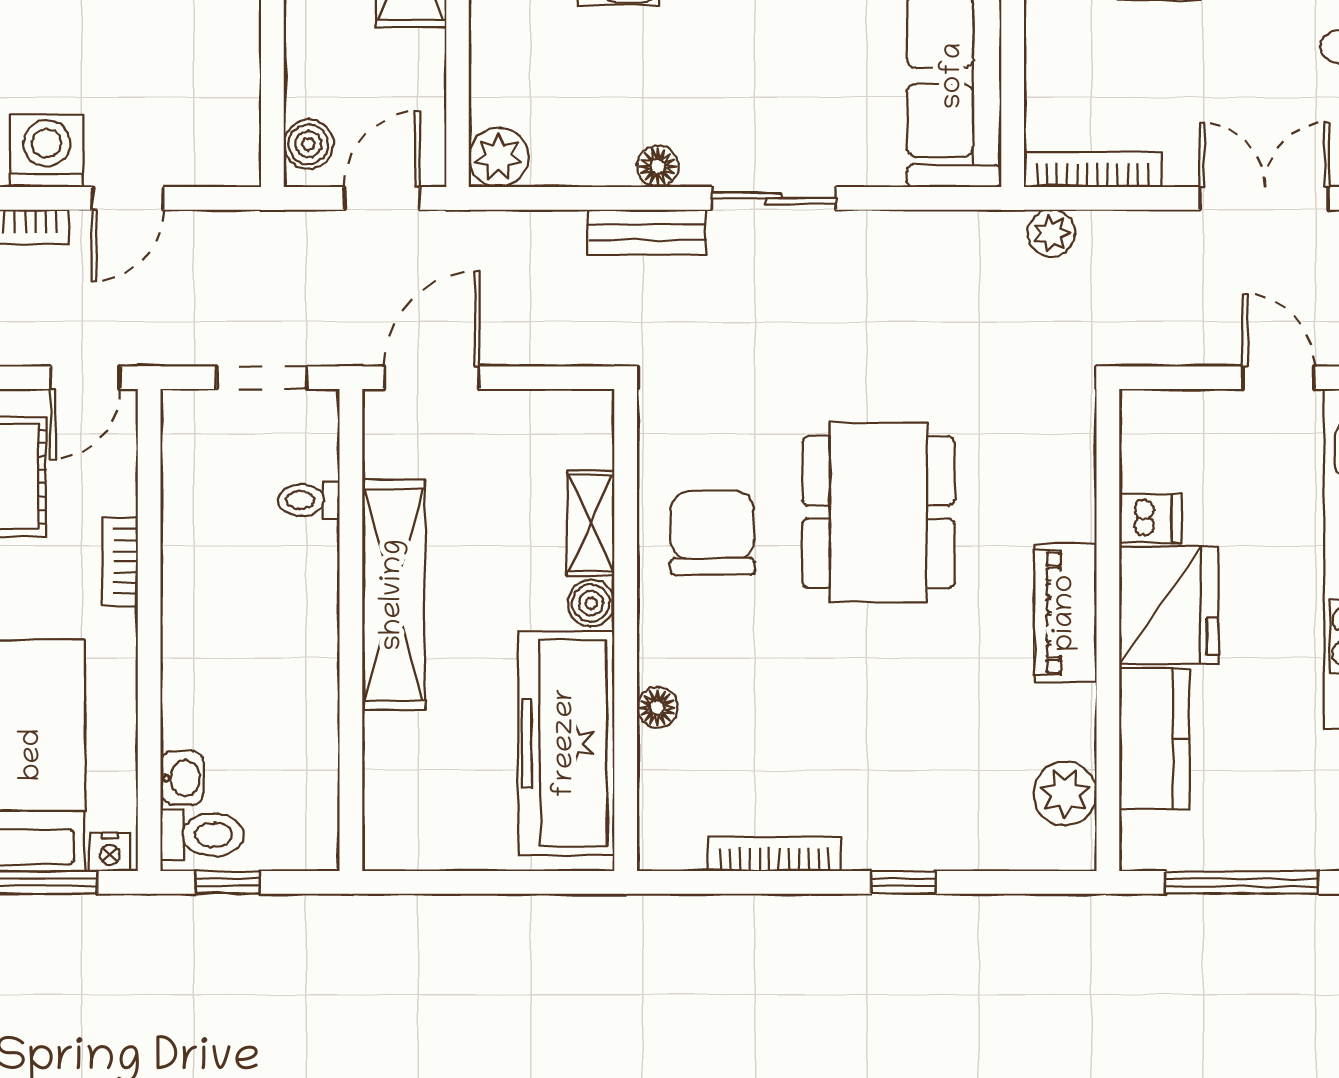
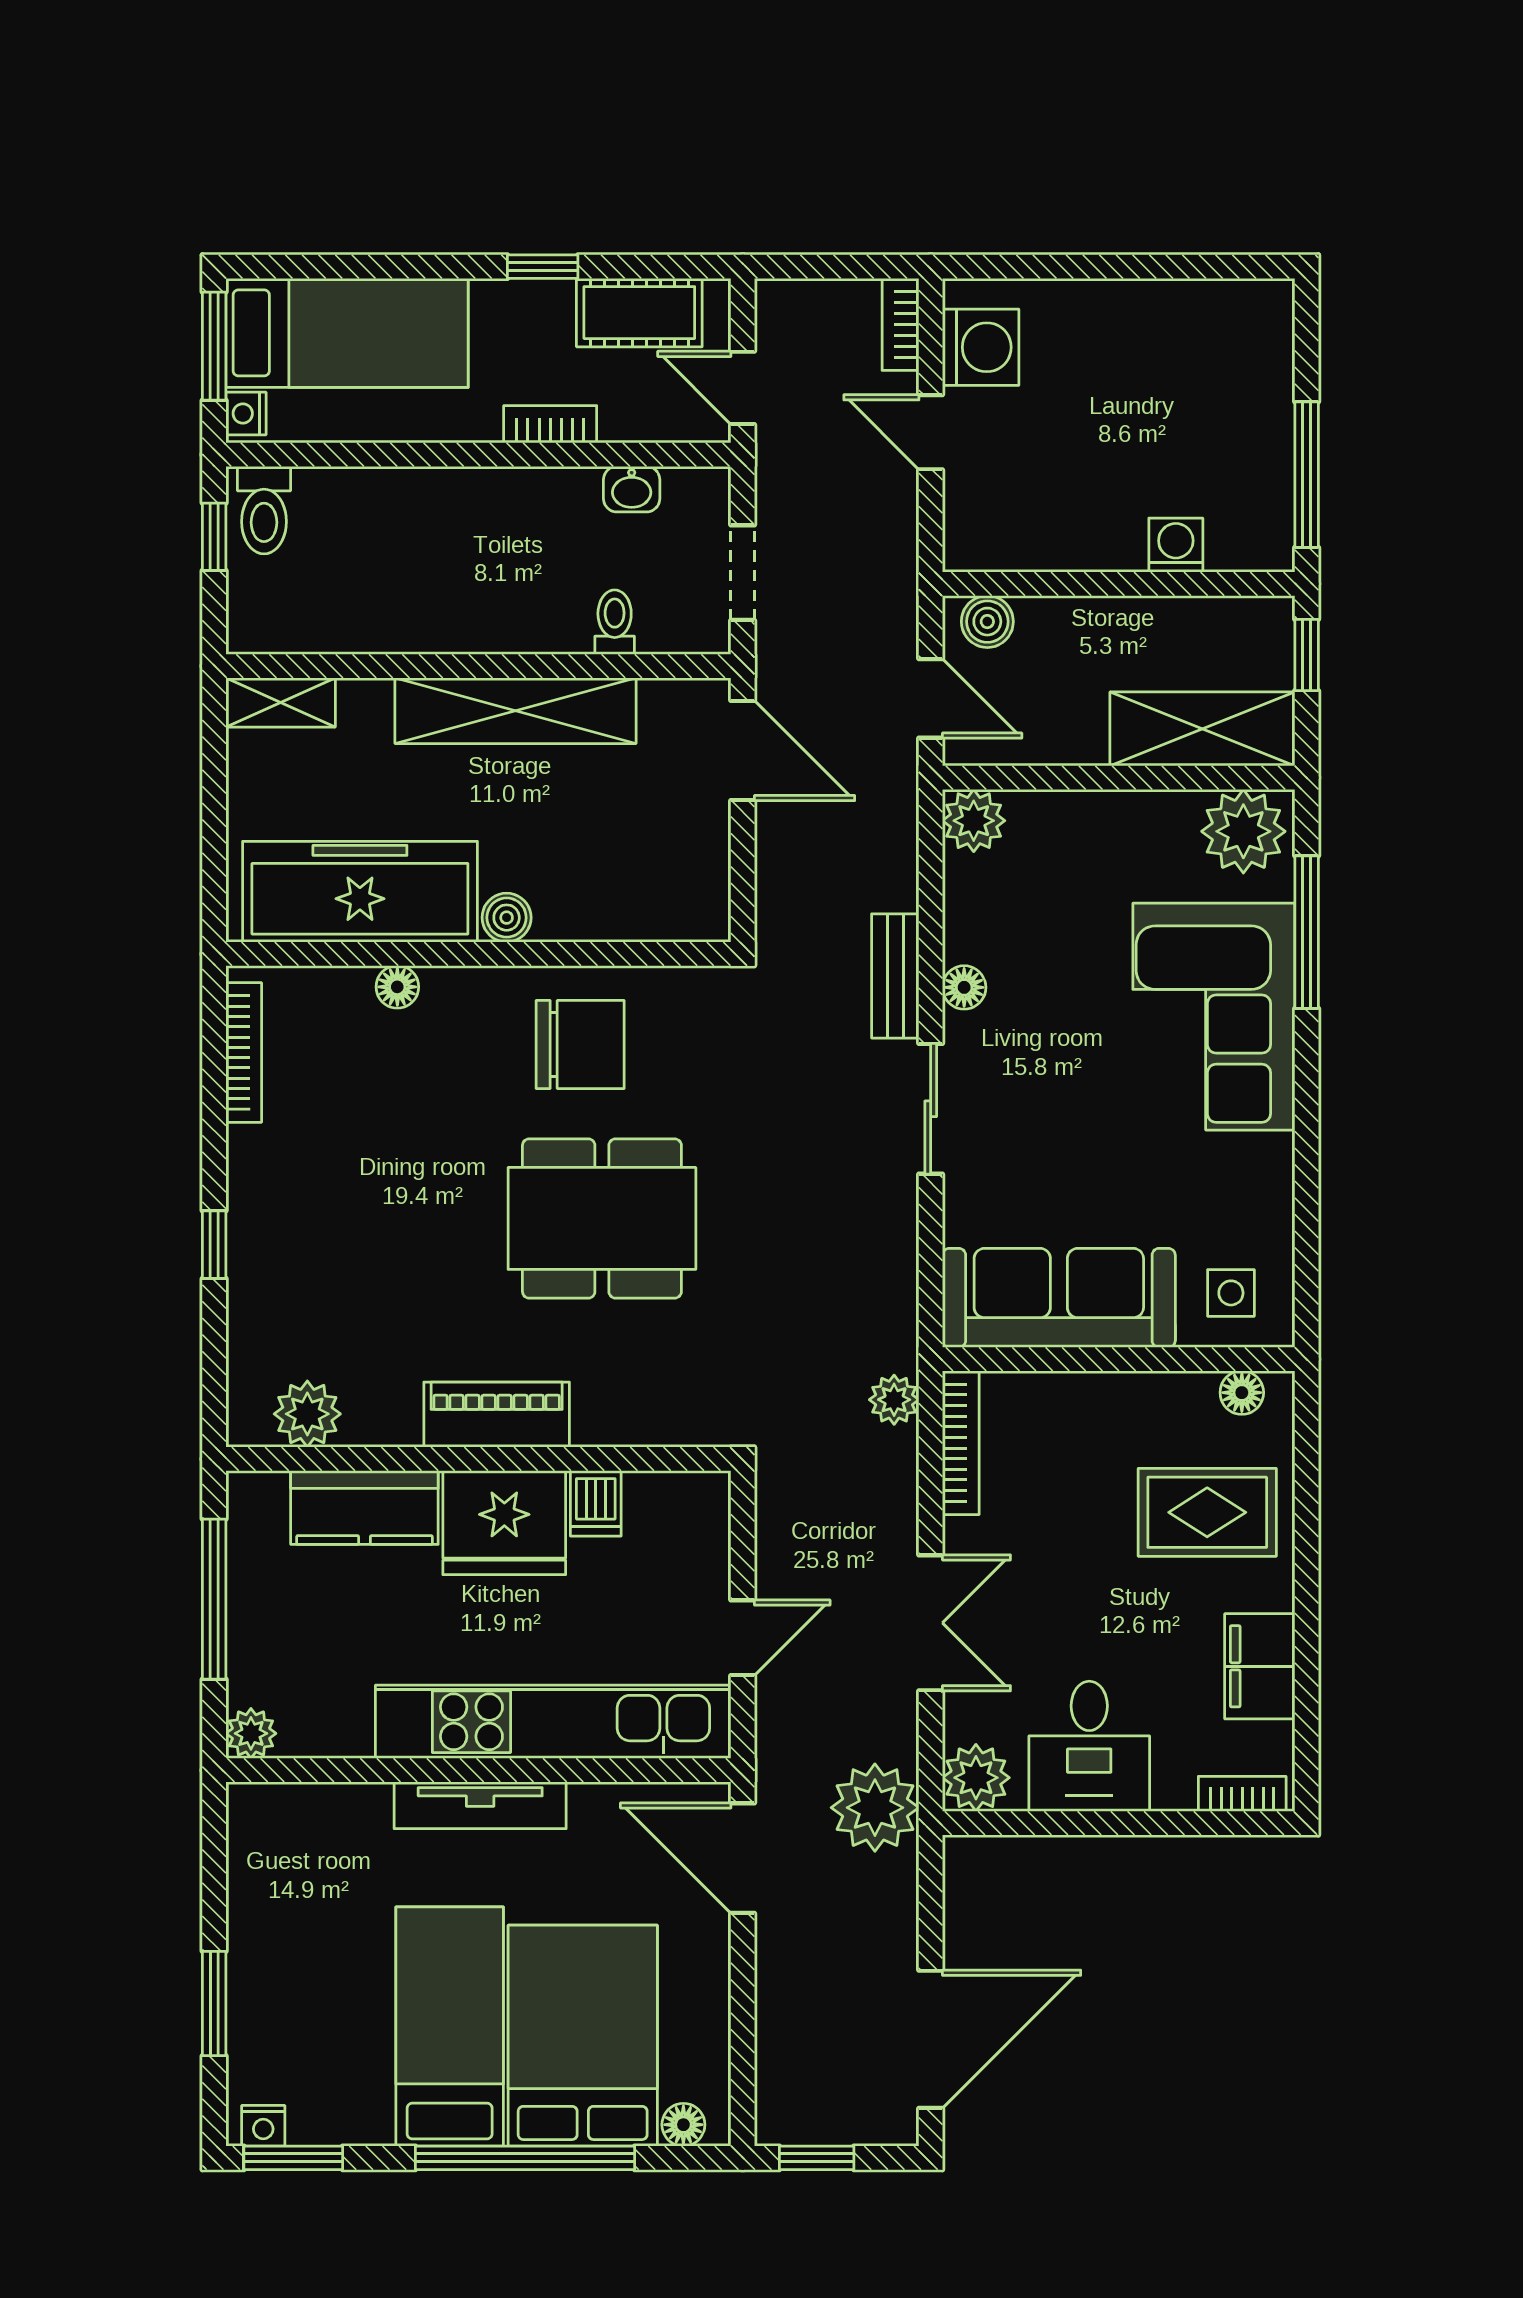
shelving: (591, 523) -> (281, 702), moved
washbasin: (182, 778) -> (632, 489), moved
bookcase: (774, 854) -> (244, 1052), moved

